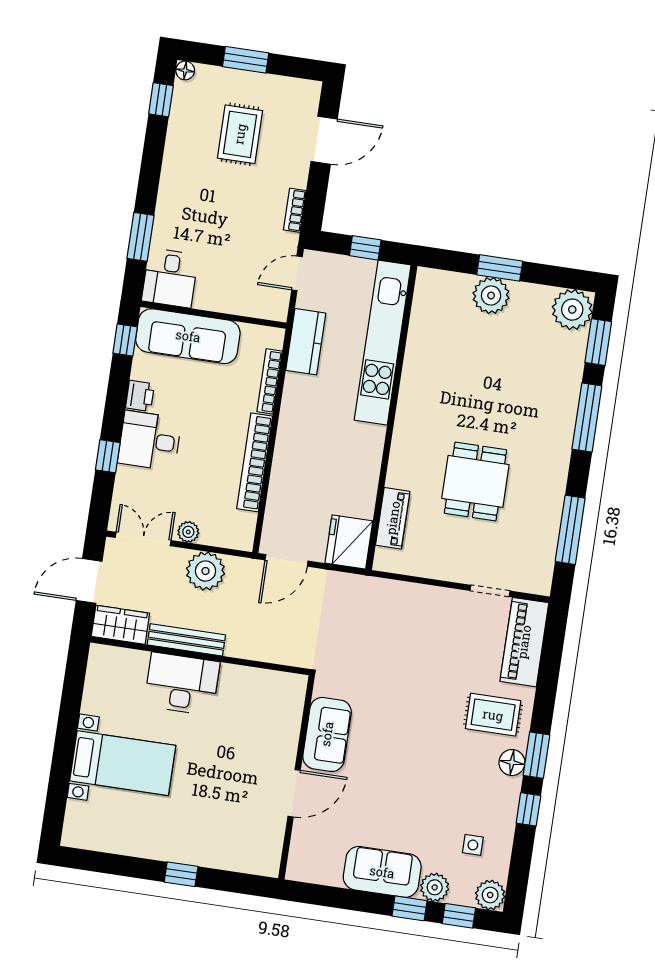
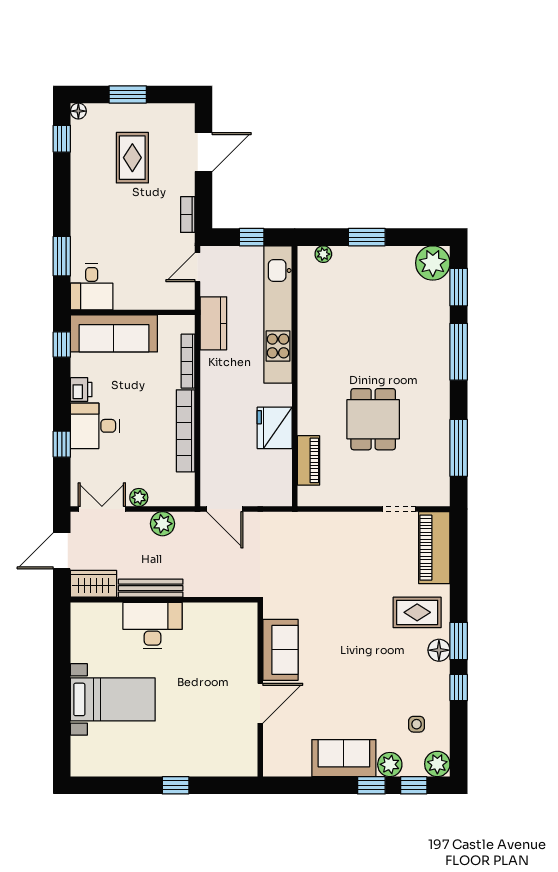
plant: (491, 295) -> (323, 254), moved, width x0.53, depth x0.53
fridge: (349, 542) -> (275, 428), moved
door: (287, 560) -> (225, 509), hinge flipped
plant: (205, 571) -> (163, 524), width x0.73, depth x0.73

